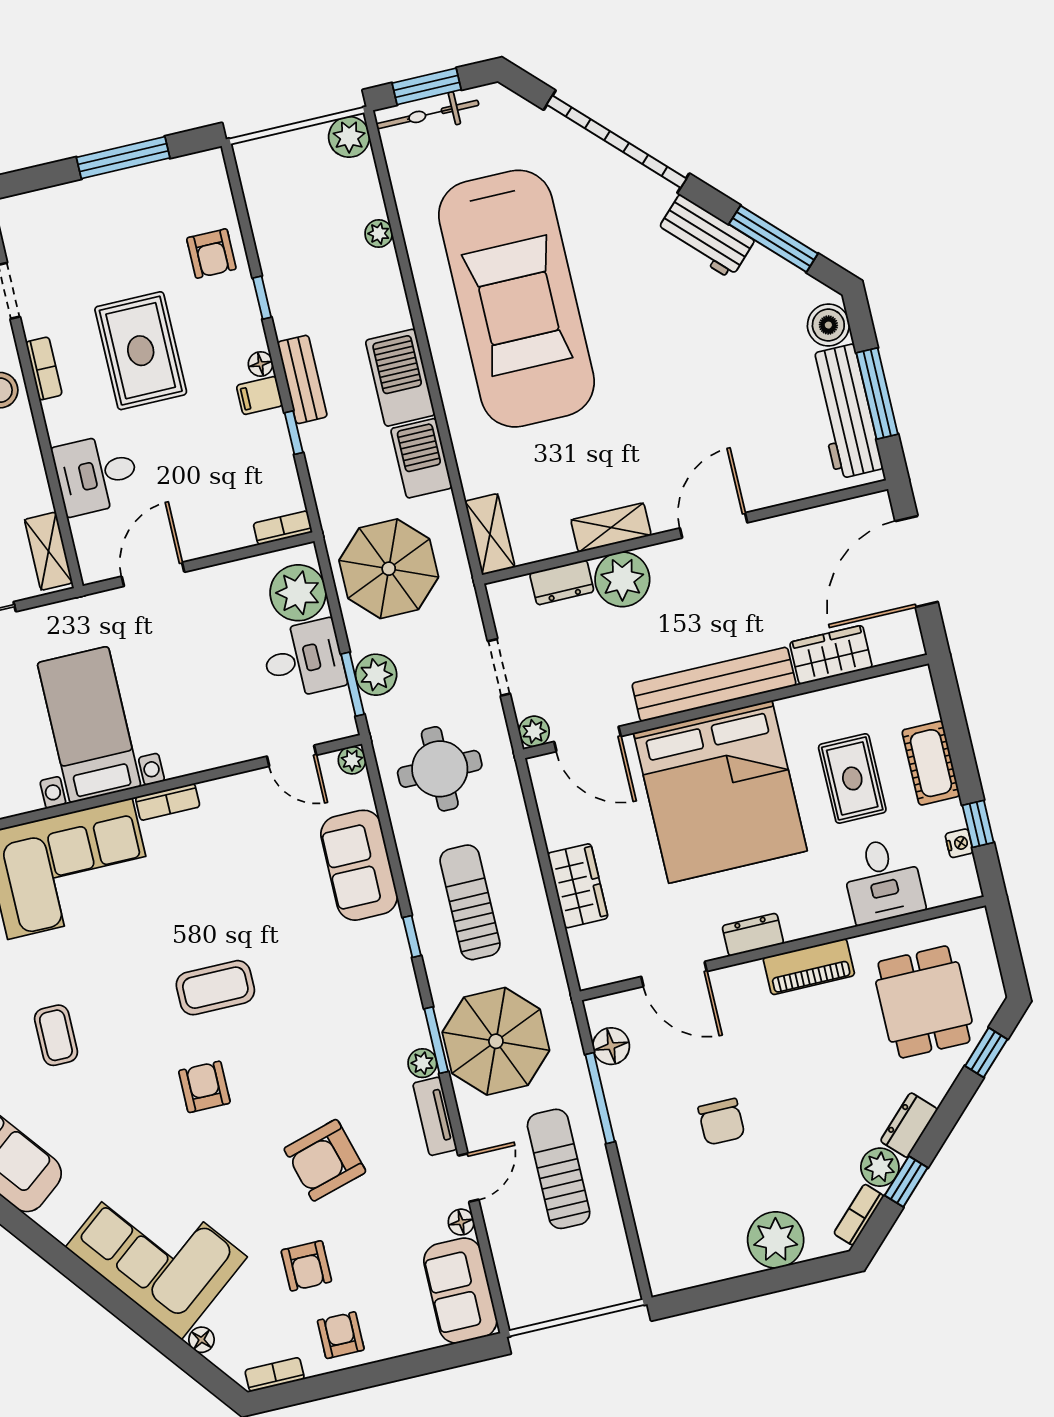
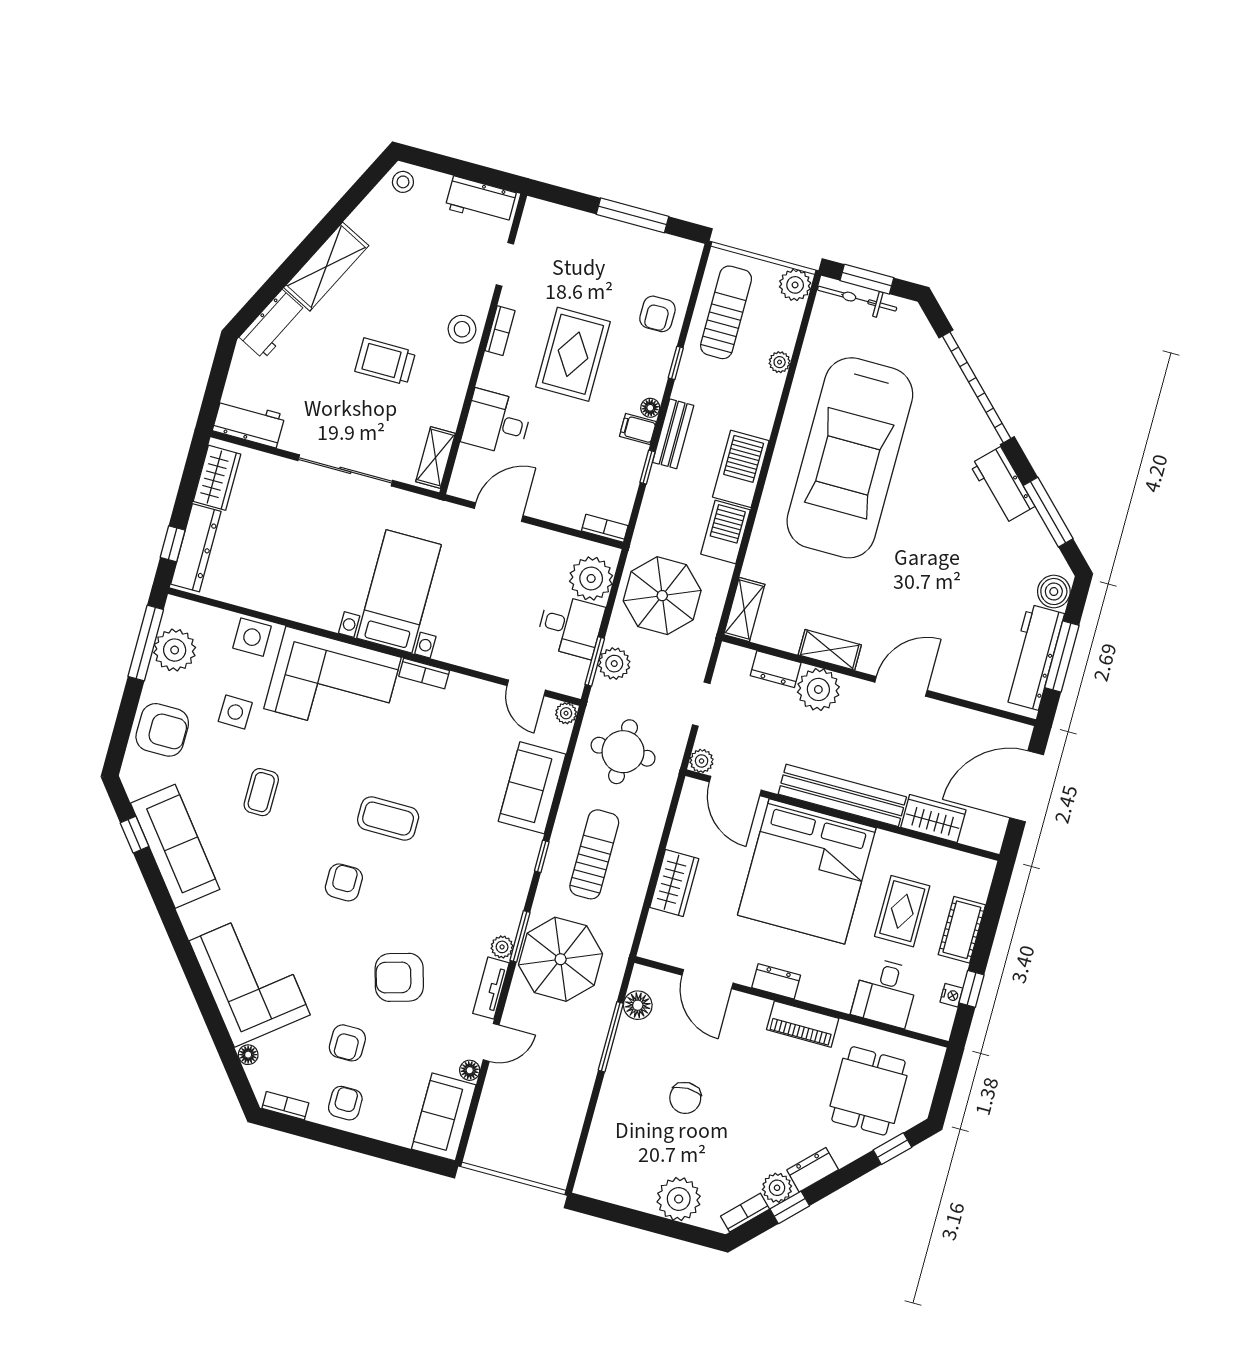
sun lounger: (559, 1169) -> (726, 312), moved

